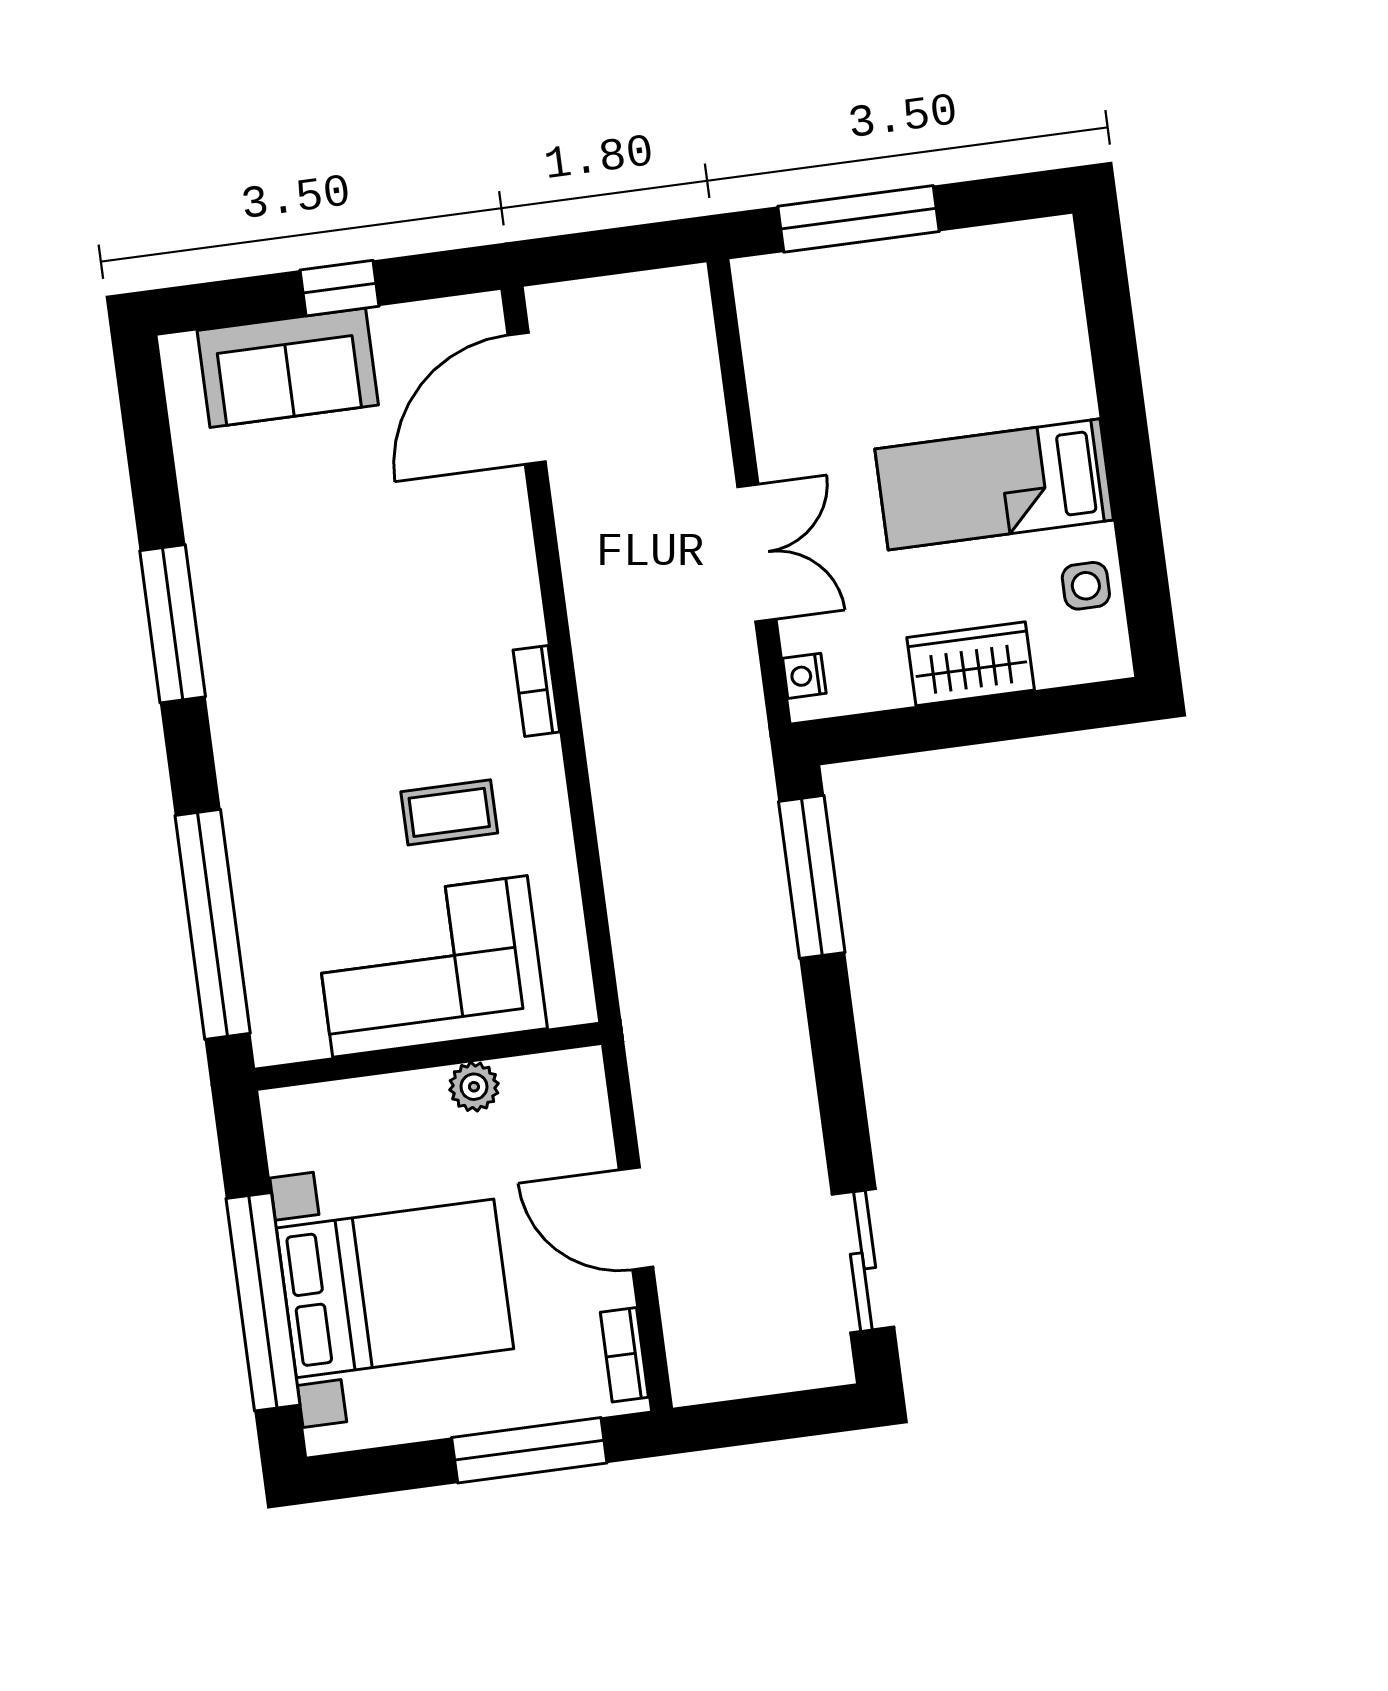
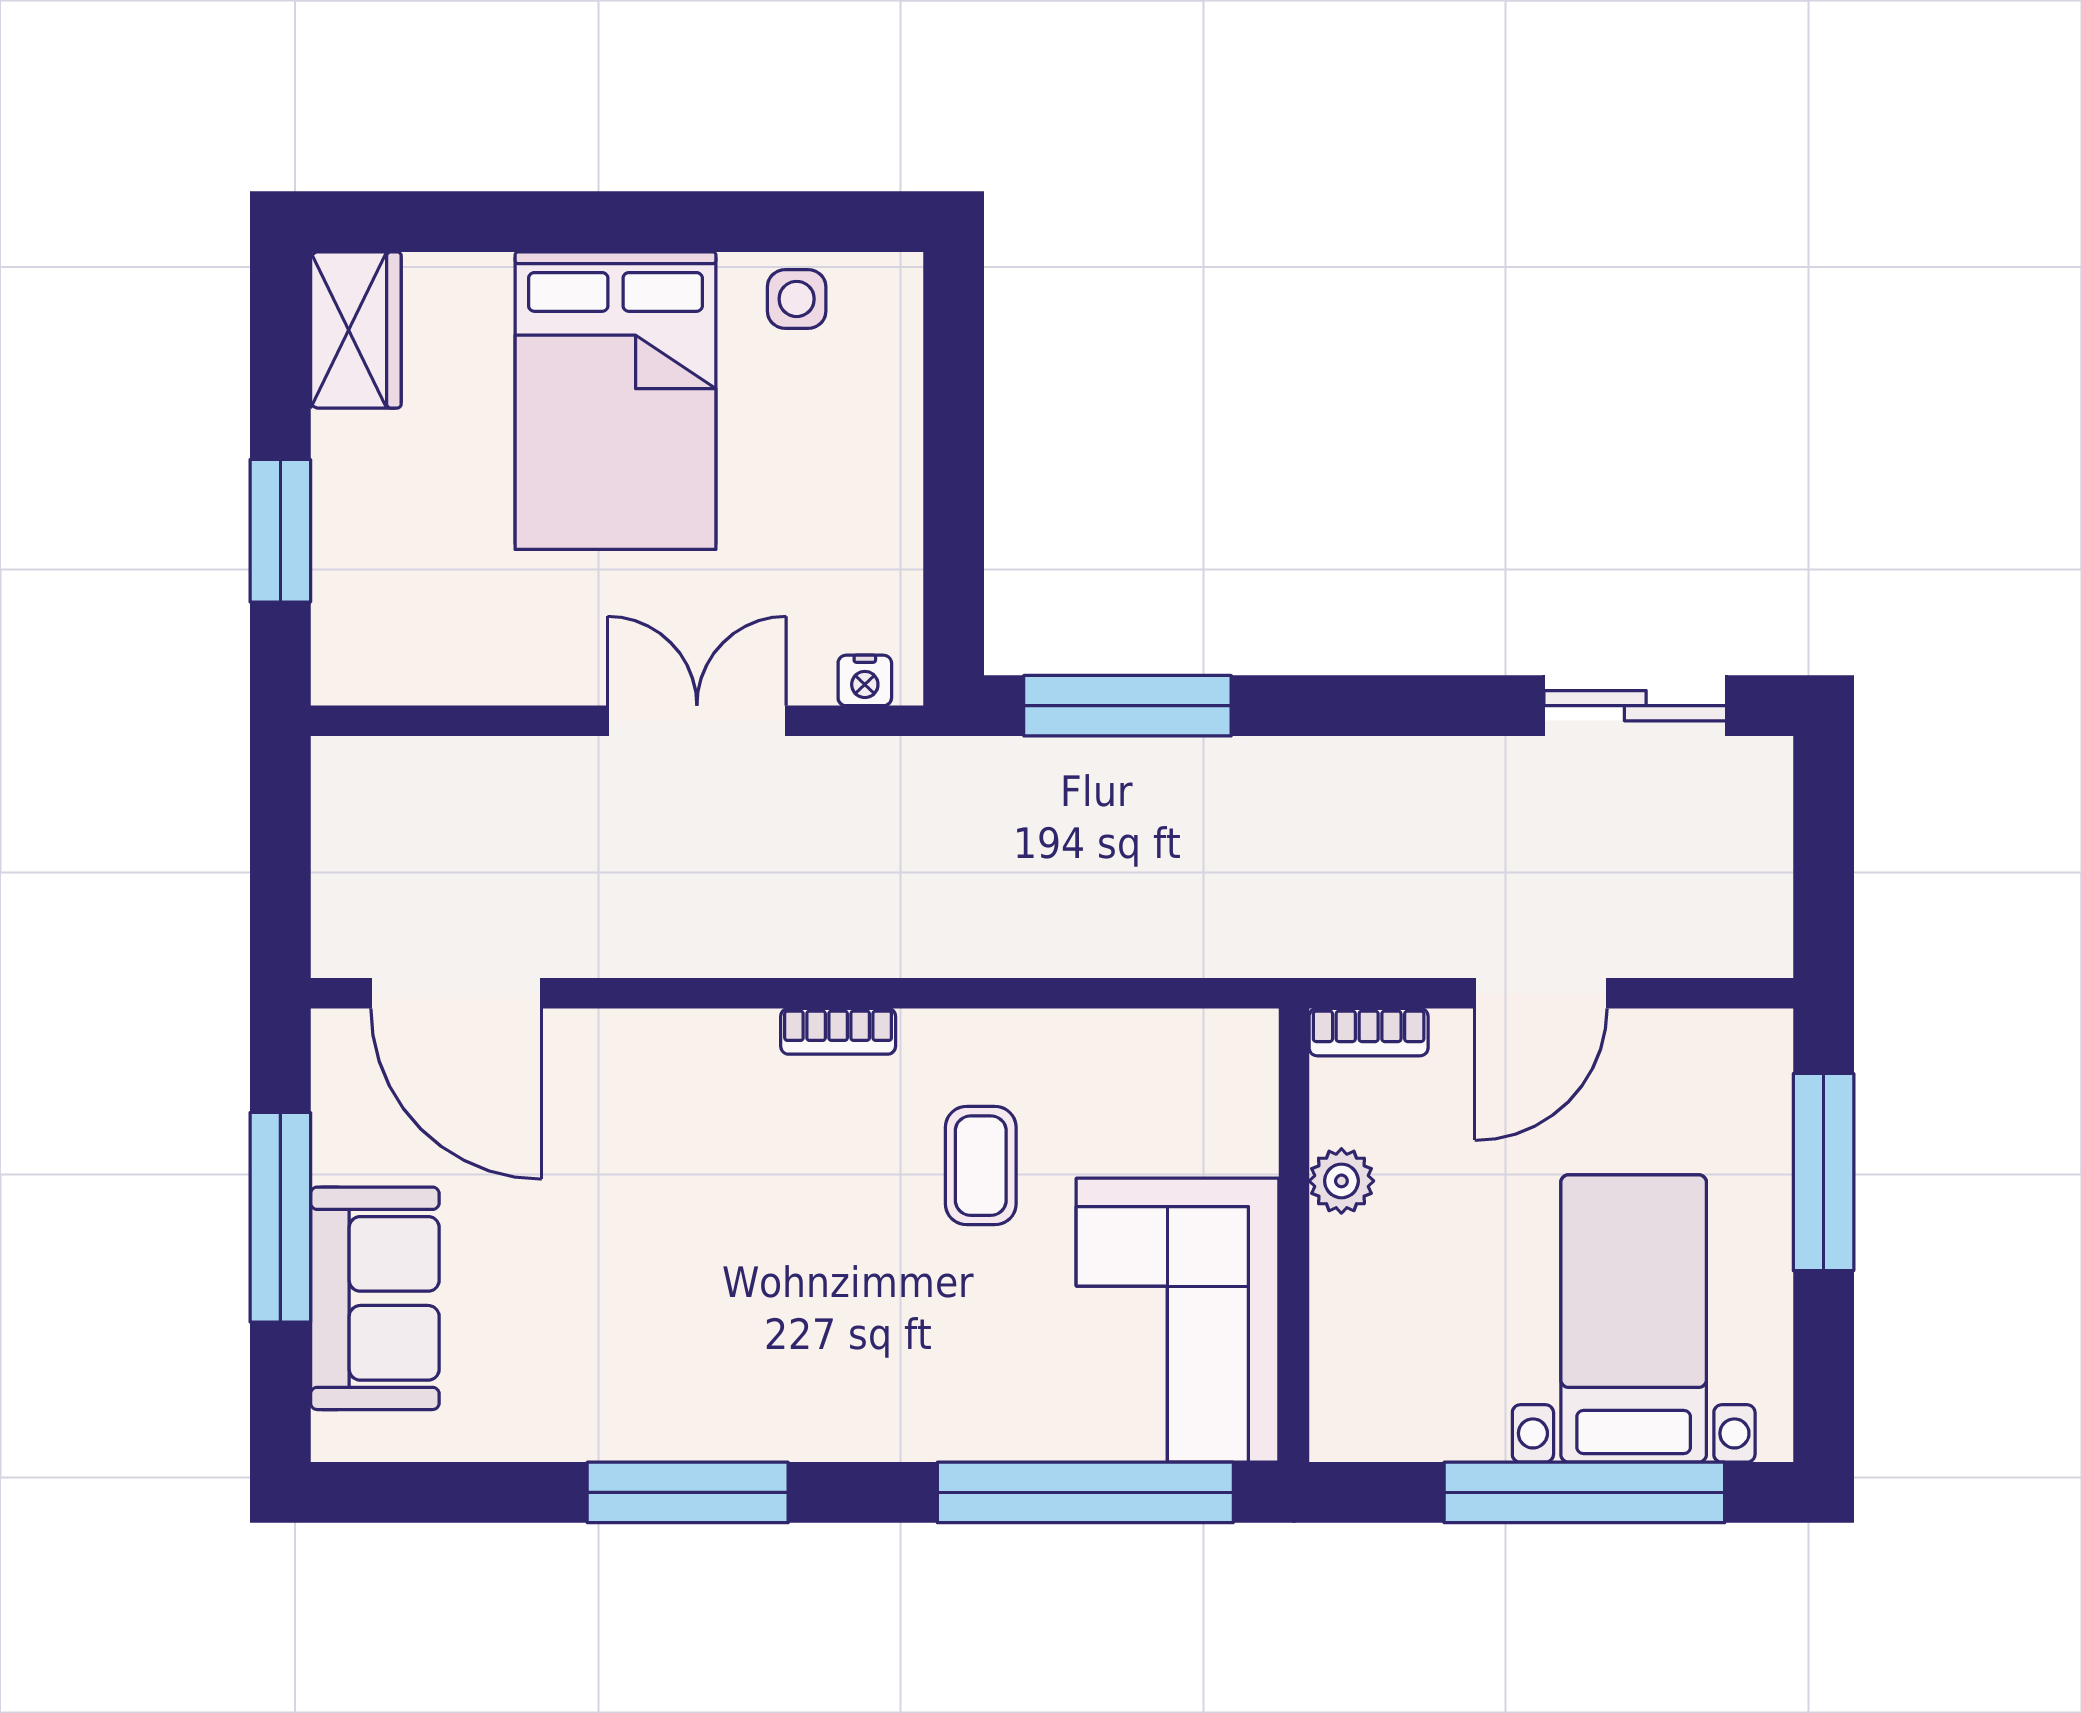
window: (859, 219) -> (280, 531), width x0.69
window: (340, 288) -> (280, 1217), width x2.17
bed: (994, 484) -> (615, 401), width x1.50
wardrobe: (971, 664) -> (356, 330), moved, turned 180
corner sofa: (430, 966) -> (1178, 1320), moved
bed with nightstands: (395, 1288) -> (1634, 1318), width x0.73
bookcase: (624, 1355) -> (1369, 1032), moved

